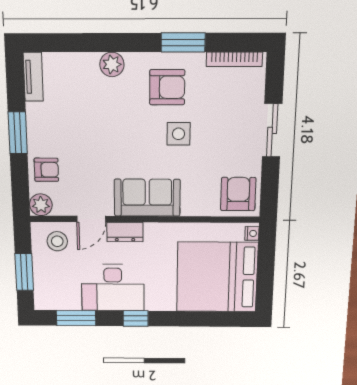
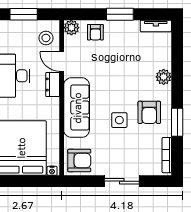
sofa: (147, 198) -> (77, 108), width x1.36

